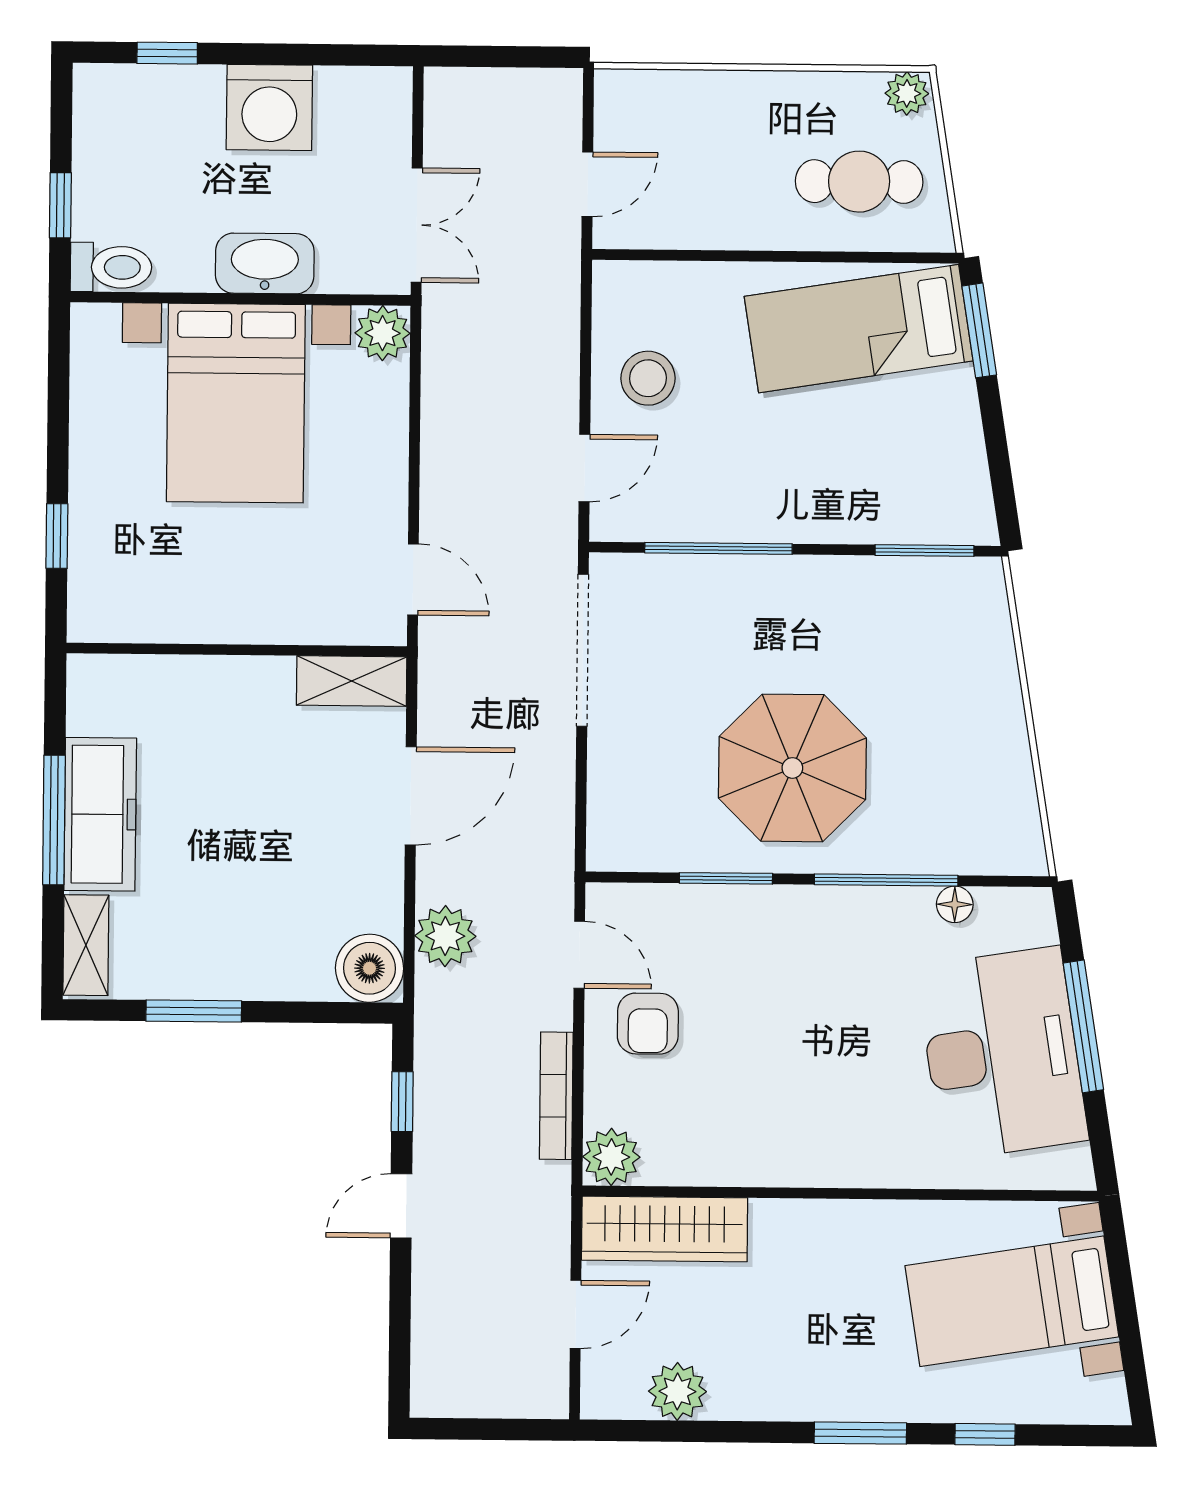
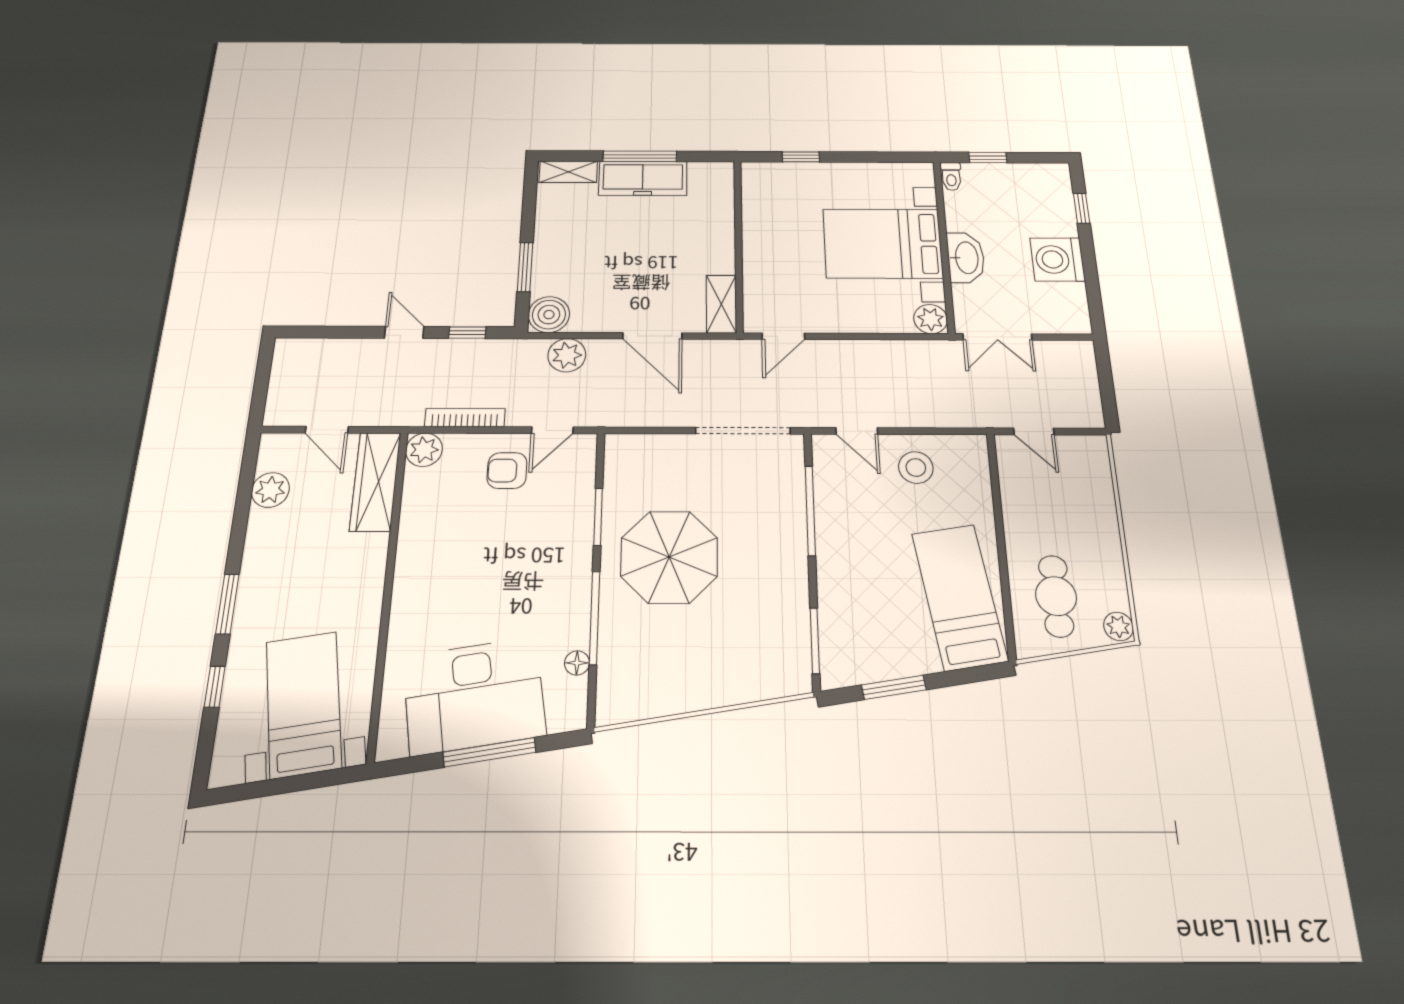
toilet: (111, 267) -> (951, 176), width x0.73, depth x0.72
window: (979, 330) -> (894, 687), moved
window: (194, 1011) -> (525, 267), moved

